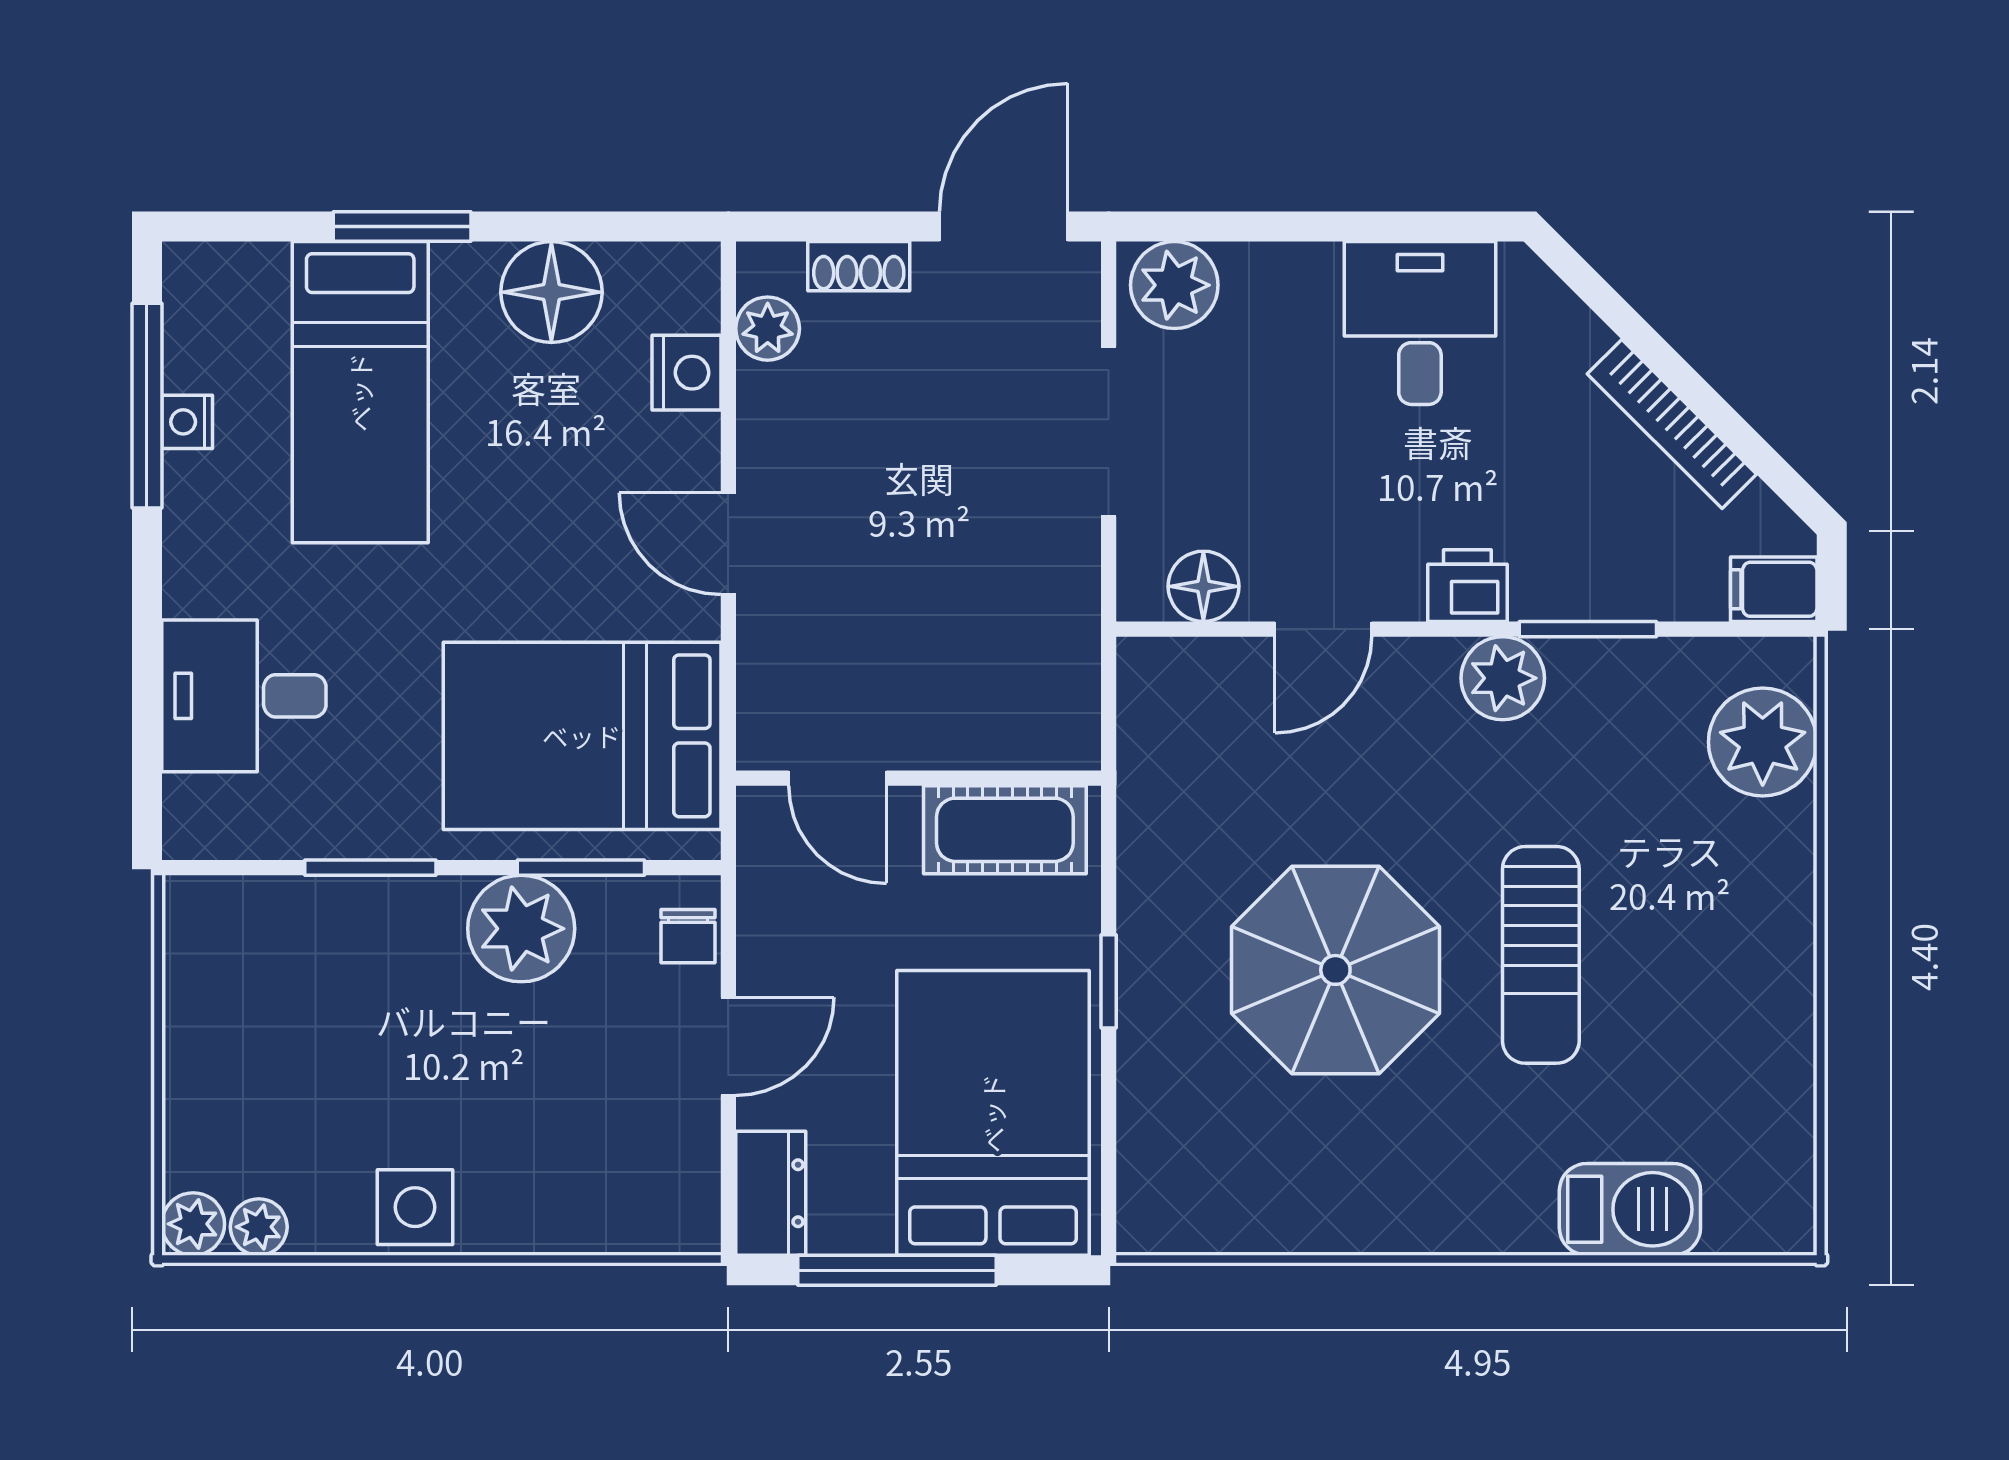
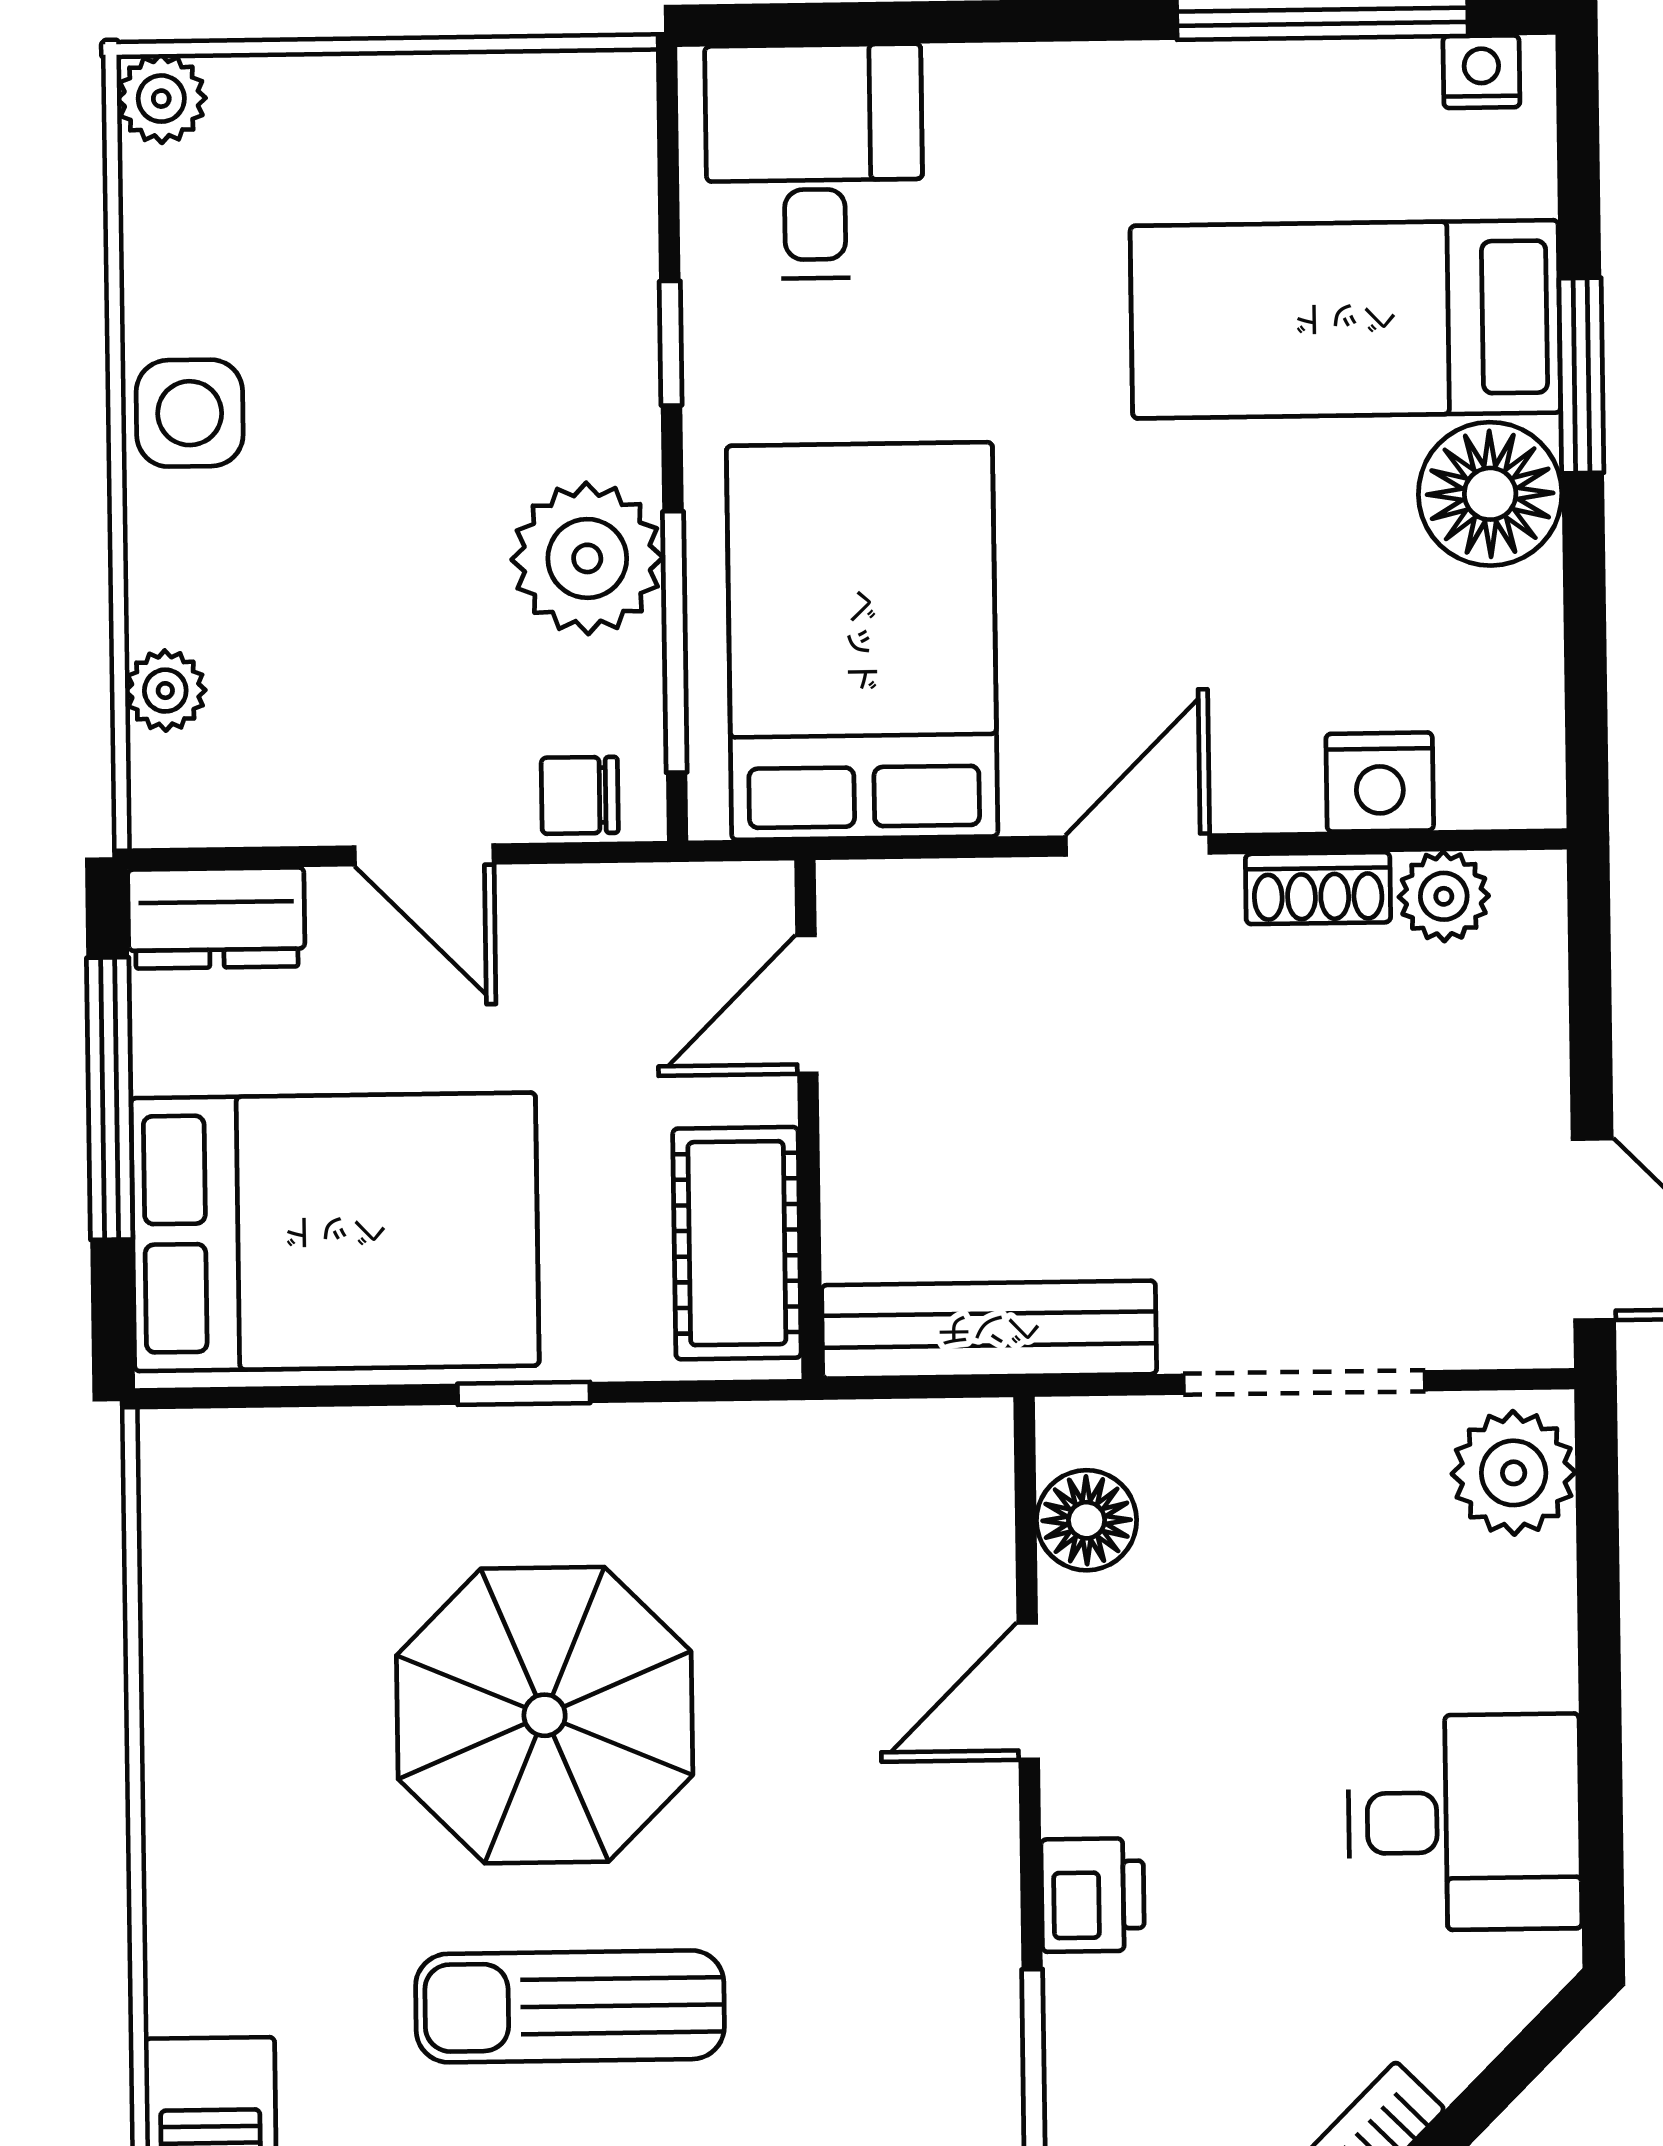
shoe rack: (859, 266) -> (1318, 888), moved, turned -90
floor lamp: (551, 292) -> (1490, 494), moved
nightstand: (187, 422) -> (1481, 72), moved
door: (1323, 629) -> (1028, 1691), hinge flipped
bench: (1068, 653) -> (989, 1330), added
plant: (1503, 678) -> (962, 1947), removed
desk: (244, 696) -> (814, 162), moved
window: (370, 868) -> (671, 343), width x0.67
window: (581, 868) -> (675, 642), width x1.44
plant: (259, 1227) -> (165, 691), moved

